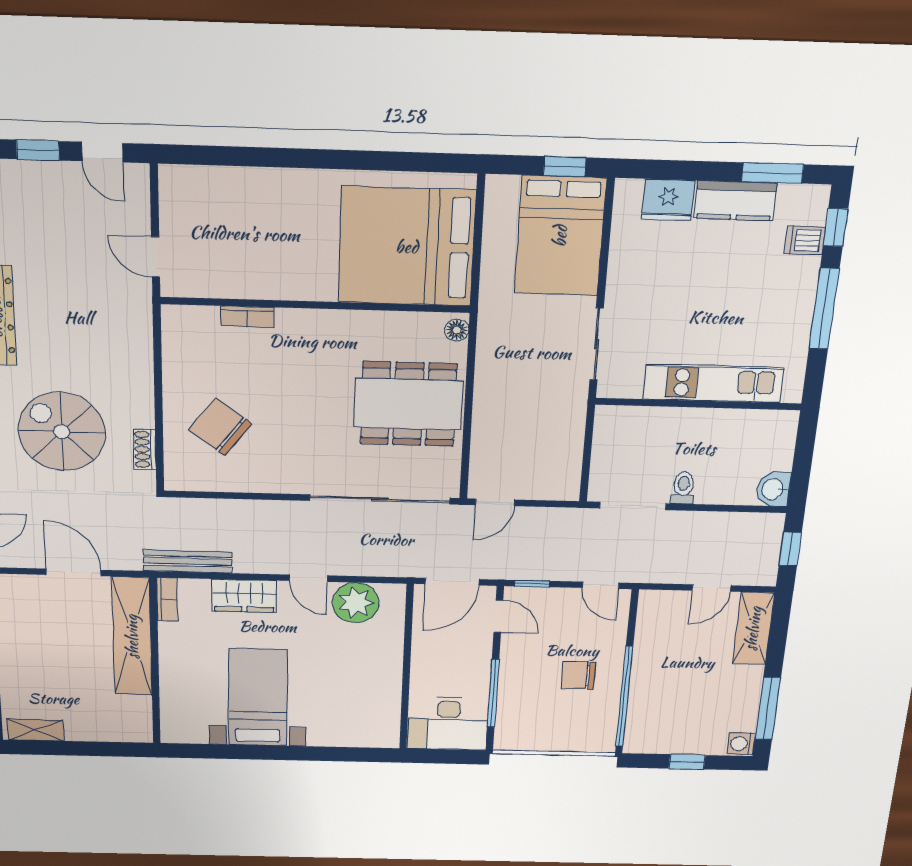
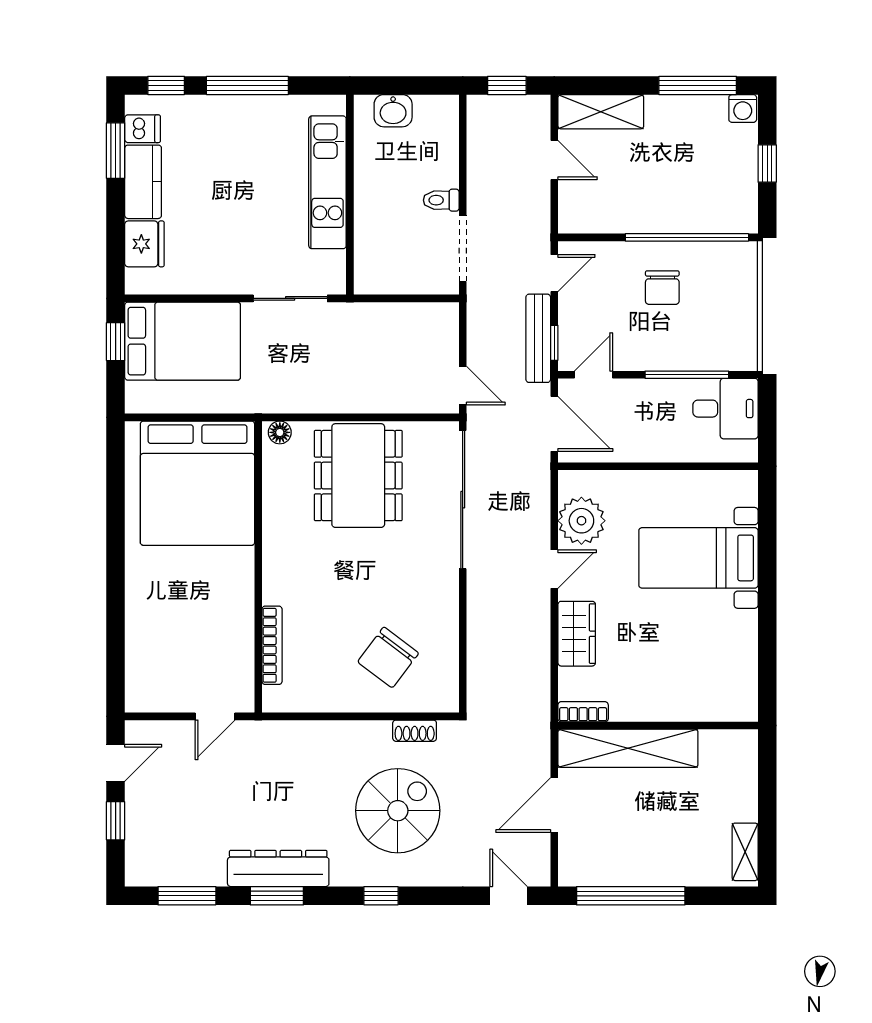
dishwasher: (805, 240) -> (143, 129), moved, turned -90
bookcase: (247, 317) -> (272, 645), width x1.56
spiral stairs: (62, 432) -> (398, 811), turned 180
washbasin: (773, 489) -> (393, 111), moved
bench: (188, 561) -> (538, 338), moved
bed with nightstands: (258, 697) -> (698, 558), moved
desk: (448, 723) -> (725, 409), width x0.73

